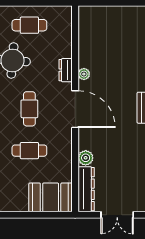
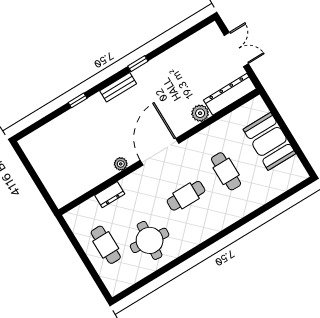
dresser: (66, 70) -> (110, 195), moved
booth: (51, 197) -> (269, 141), moved

